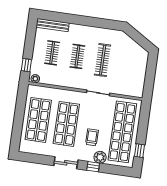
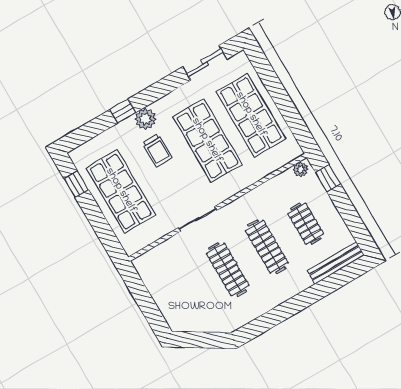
clothes rail: (77, 56) -> (267, 247), width x1.36
shop shelf: (122, 132) -> (121, 191), width x0.71
plant: (100, 157) -> (145, 119), moved
sliding door: (66, 163) -> (205, 63), moved

